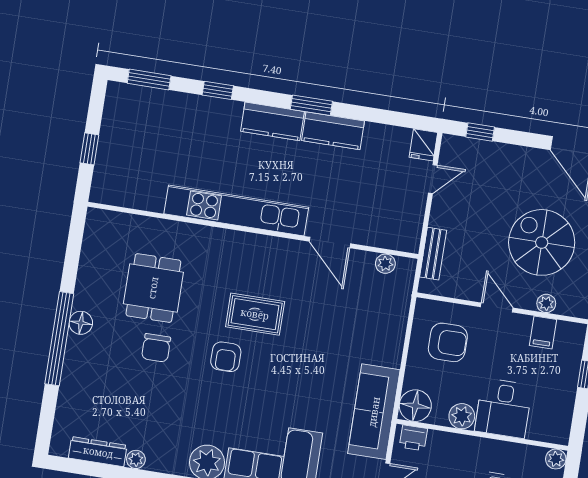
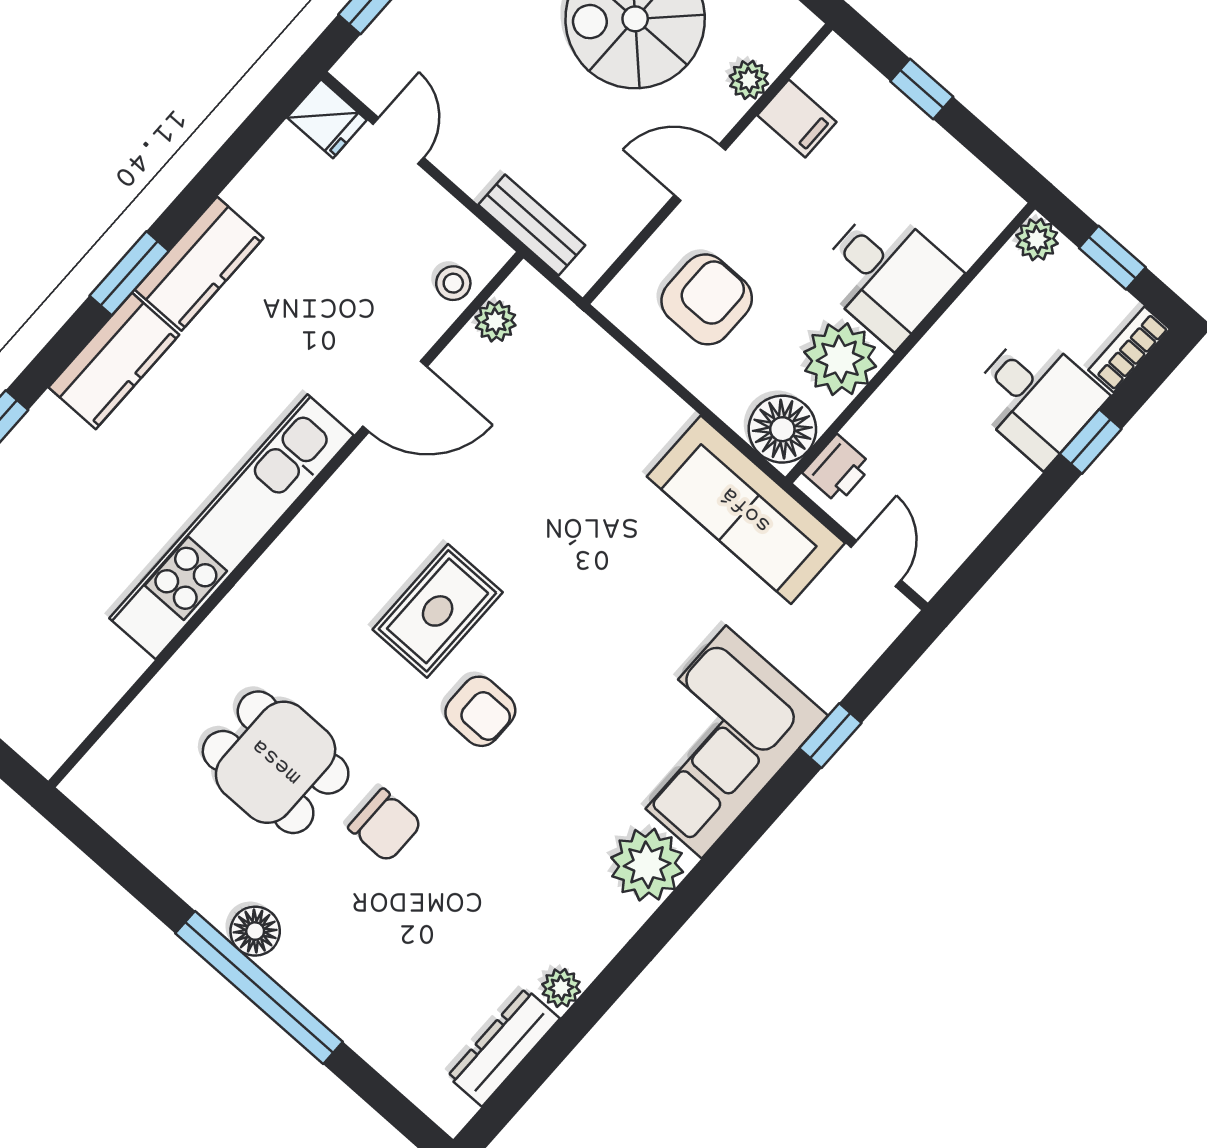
stool: (390, 237) -> (453, 283), added
plant: (462, 416) -> (840, 359), width x1.36, depth x1.36

